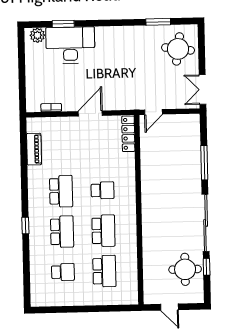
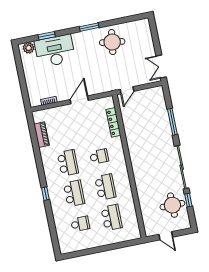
window: (158, 22) -> (89, 27), moved
round table: (178, 49) -> (112, 42), moved
locker: (128, 134) -> (113, 122), moved

